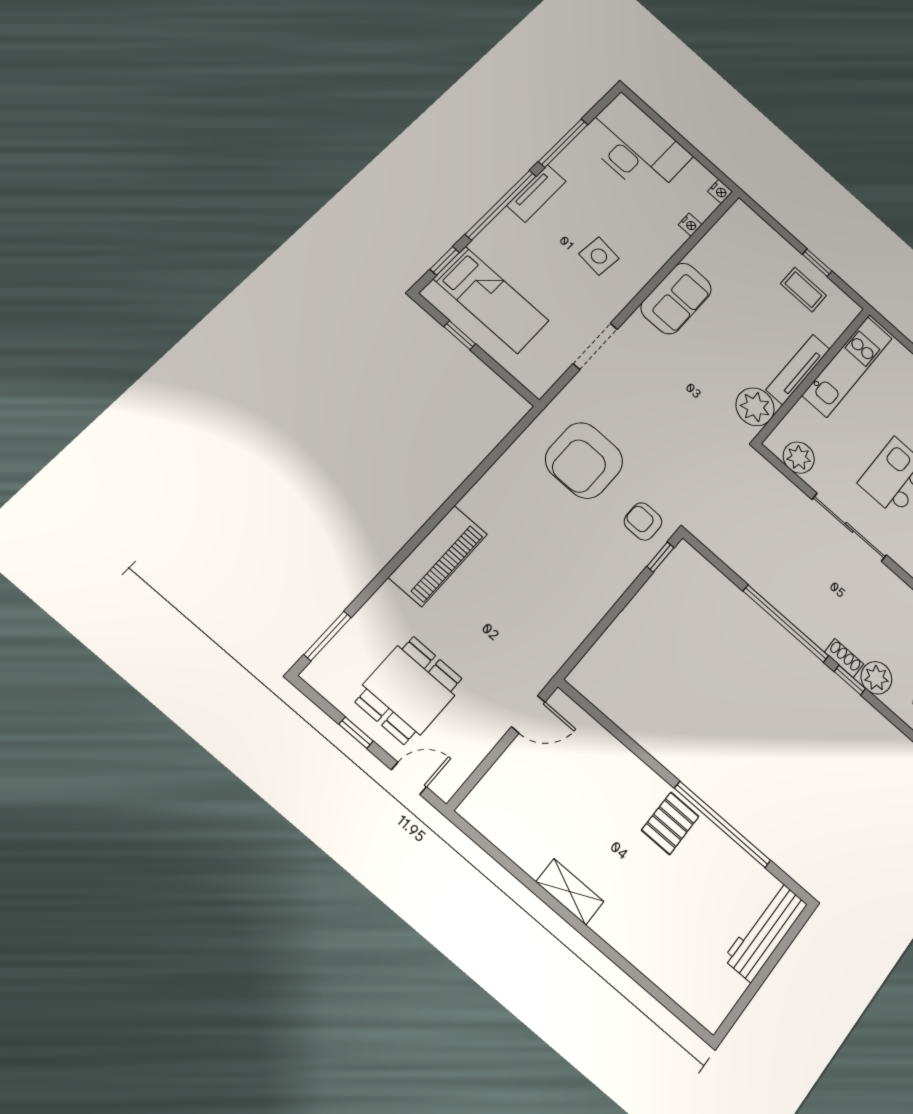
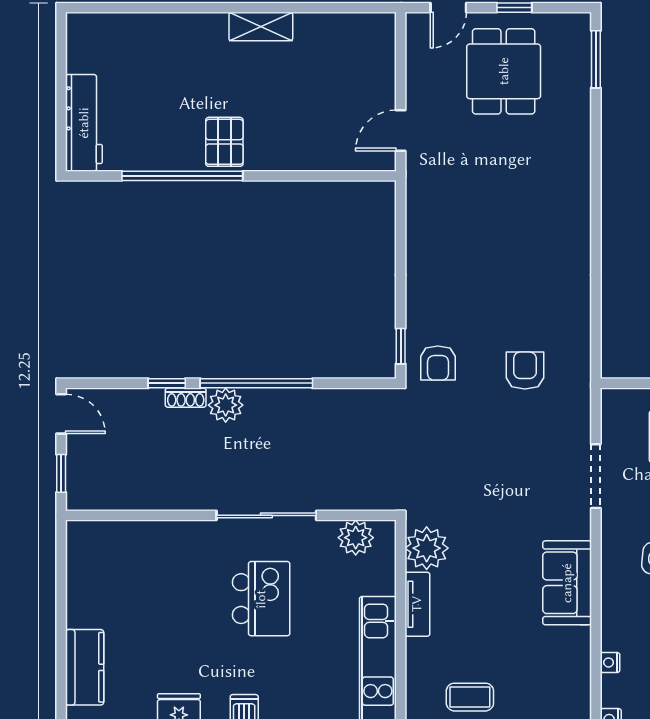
tv unit: (798, 369) -> (417, 604), width x0.71
armchair: (584, 460) -> (525, 371), width x0.53, depth x0.53
armchair: (643, 522) -> (438, 363), turned 90
piano: (438, 556) -> (570, 191), removed
plant: (876, 678) -> (226, 405), moved

